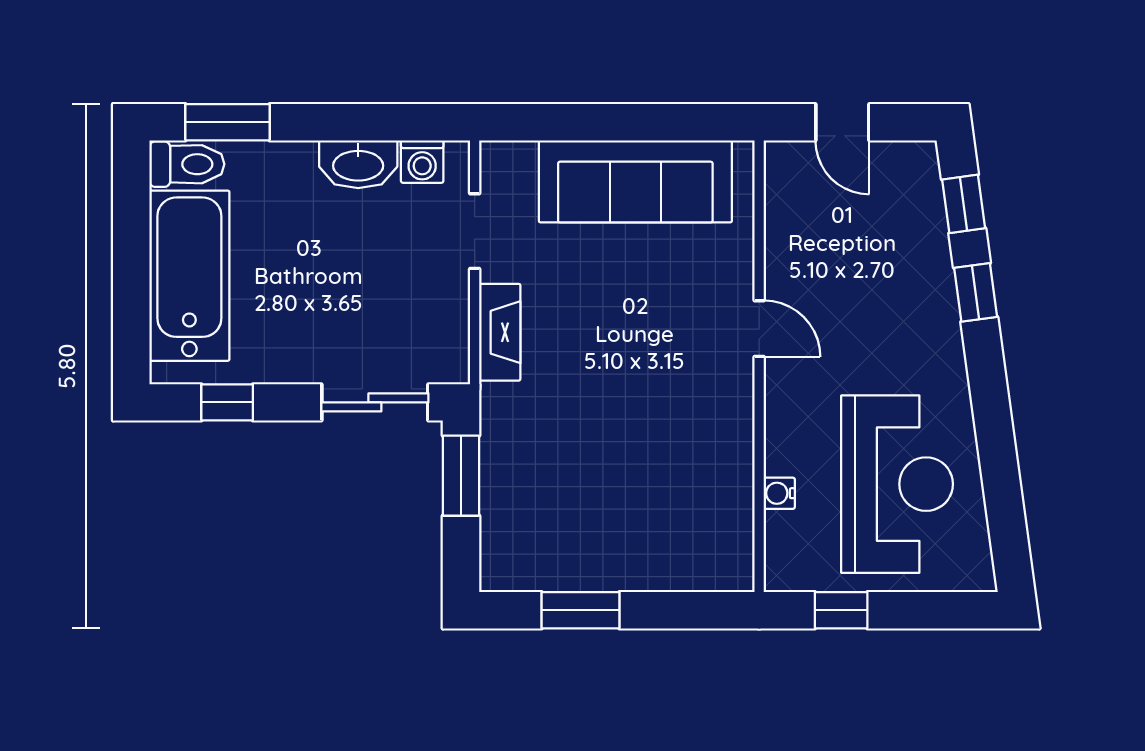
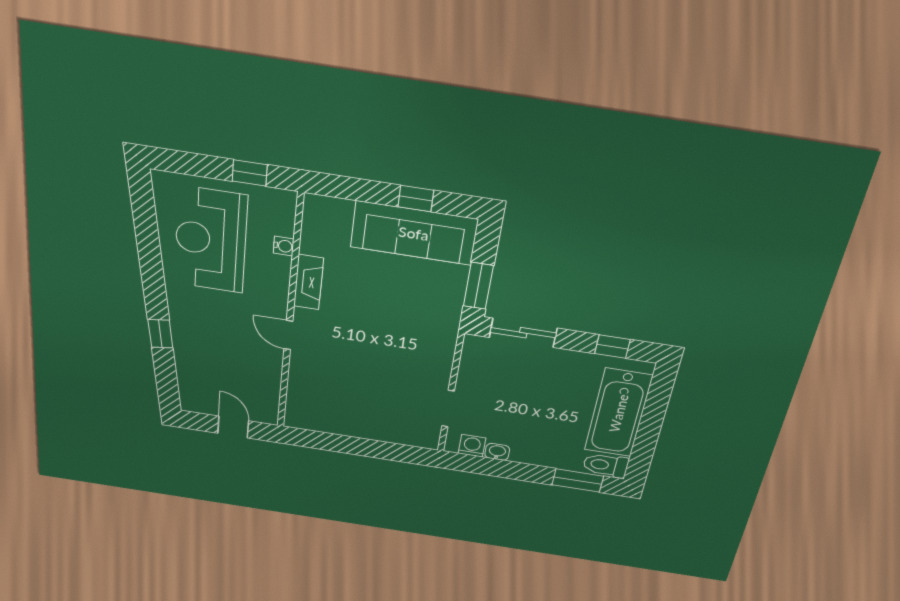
washbasin: (358, 164) -> (497, 452), width x0.52, depth x0.69
sofa: (635, 181) -> (414, 233), moved, turned 180
window: (964, 204) -> (166, 378), removed
fireplace: (500, 332) -> (309, 282), moved, turned 180
window: (581, 610) -> (416, 199), width x0.67

